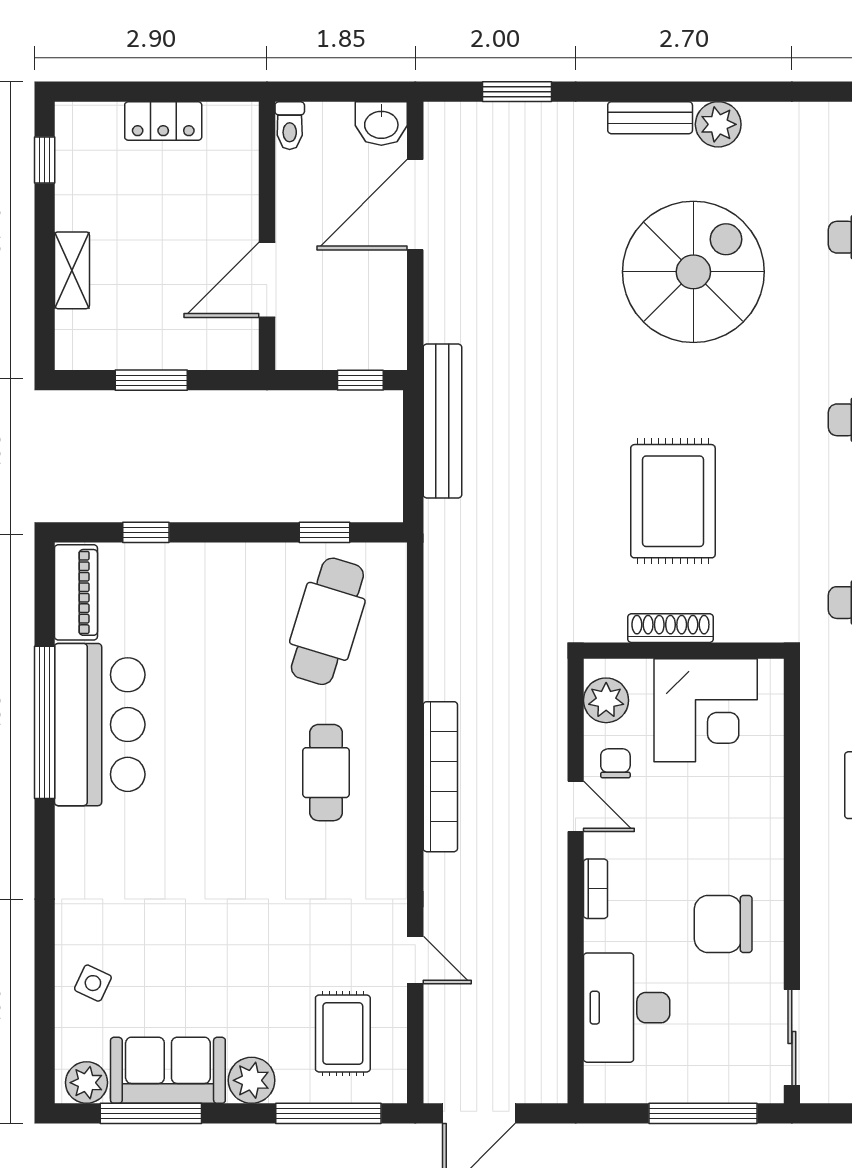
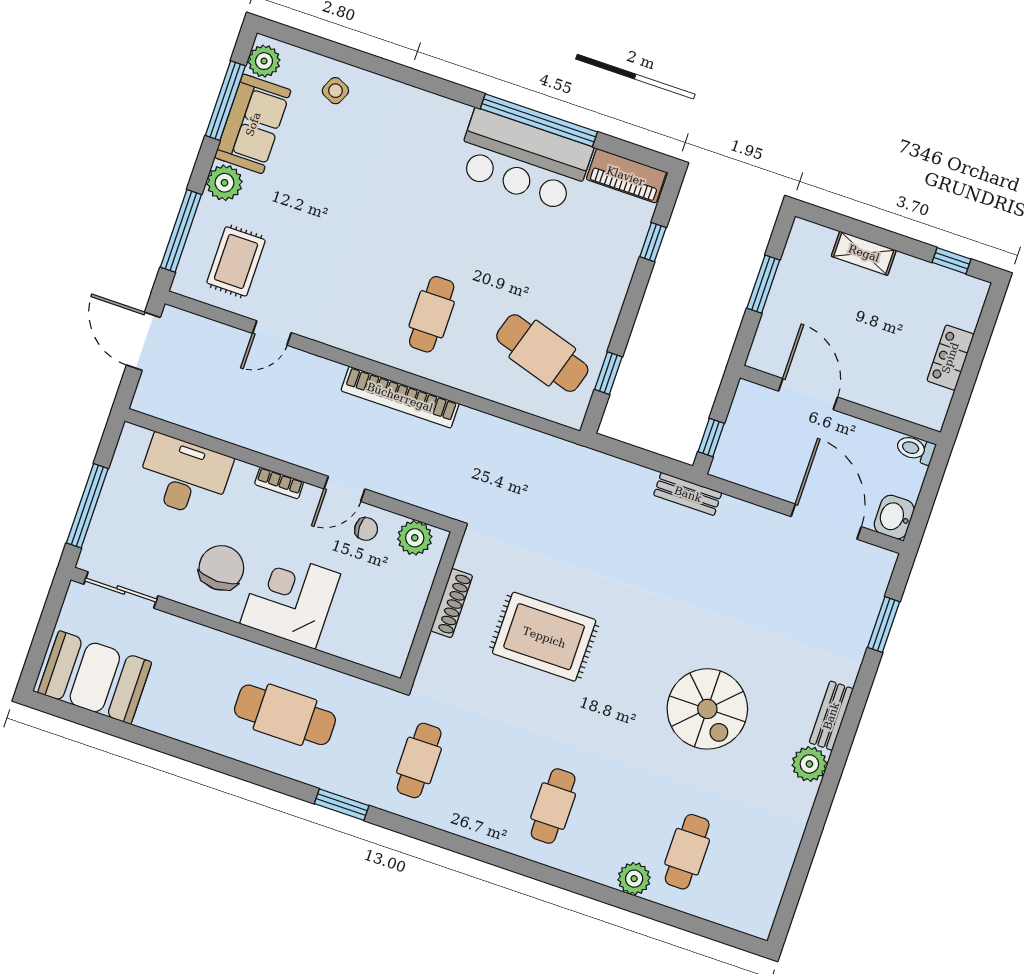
spiral stairs: (693, 272) -> (707, 709), width x0.73, depth x0.73
bench: (442, 421) -> (688, 494), width x0.54, depth x0.82
corner desk: (706, 710) -> (290, 599), moved, turned 90
cafe table: (326, 773) -> (432, 314), turned 90
rug: (343, 1033) -> (236, 261), turned 90

